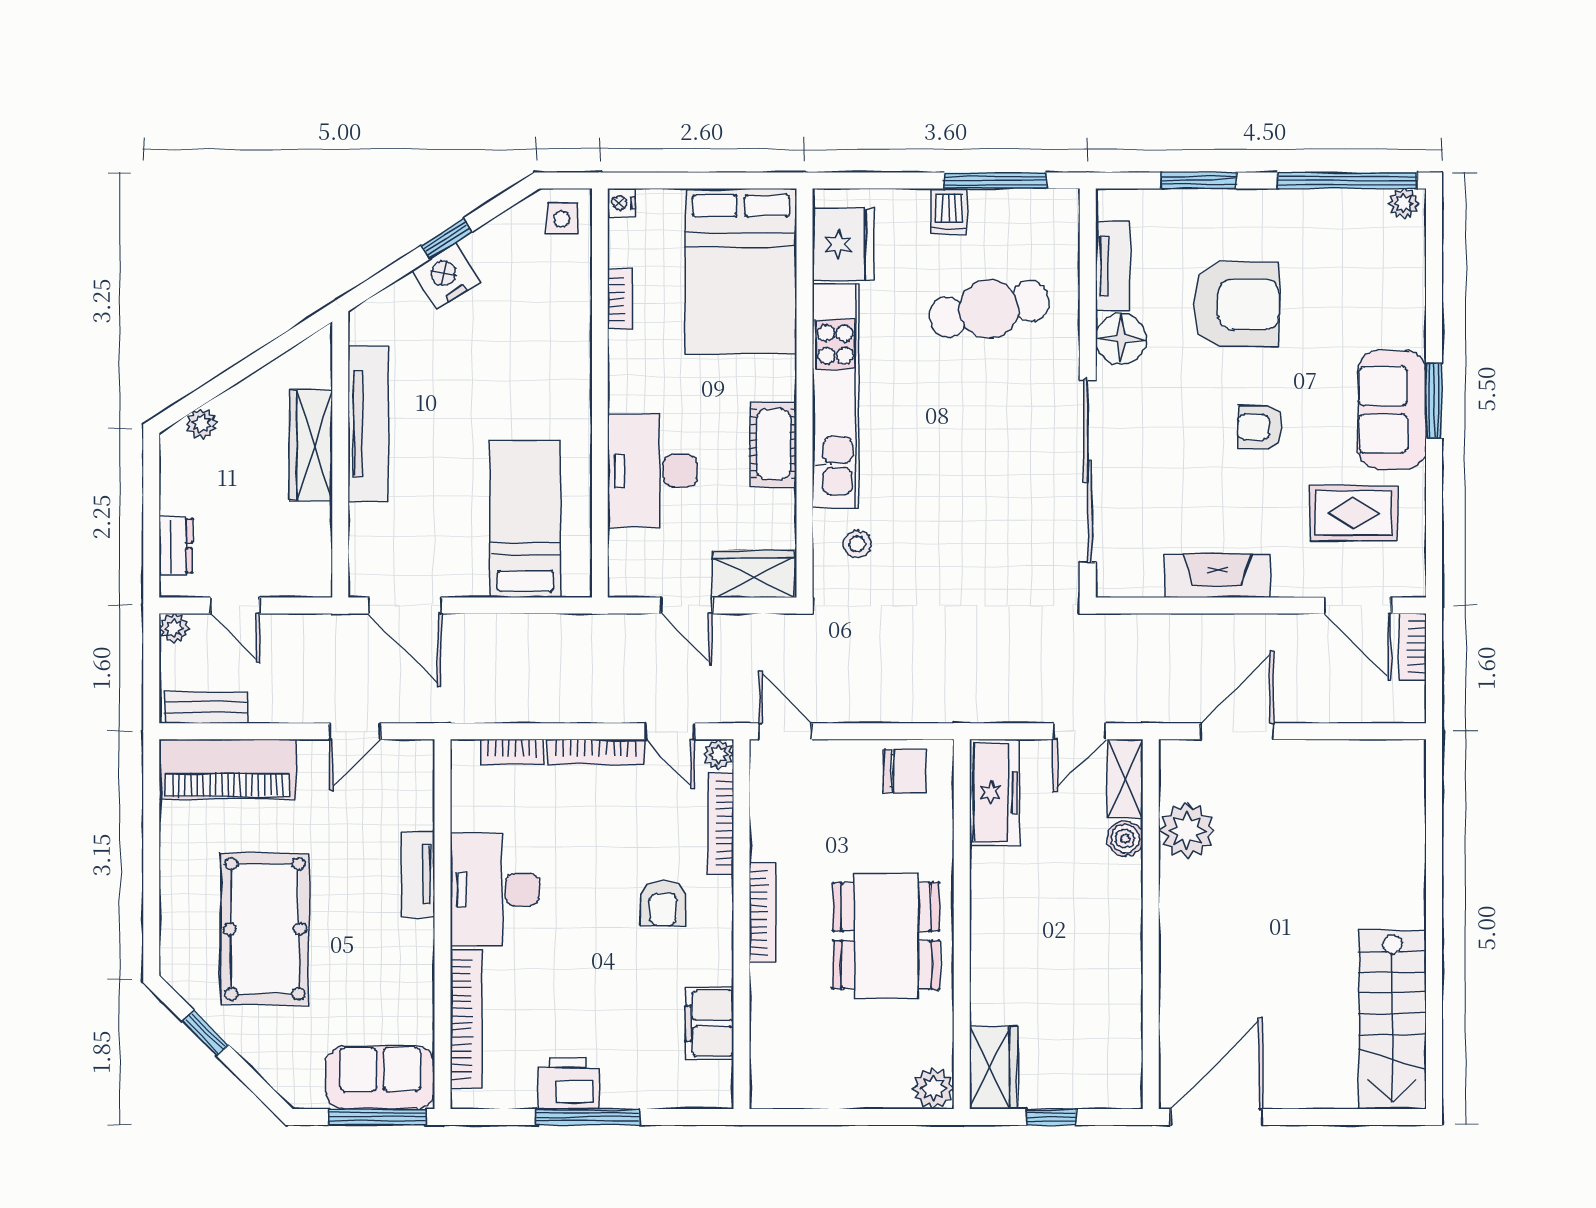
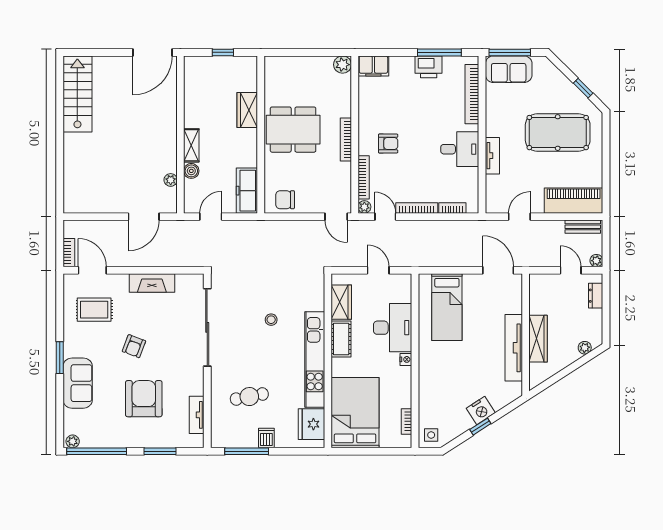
nightstand: (621, 203) -> (406, 359), moved
bookcase: (620, 299) -> (407, 421), moved
armchair: (1237, 304) -> (144, 399), turned 90
cafe table: (989, 309) -> (249, 397), width x0.73, depth x0.74
floor lamp: (1121, 339) -> (193, 384), removed
sofa: (1392, 410) -> (78, 383), moved
armchair: (1260, 427) -> (134, 346), turned 111
stool: (857, 544) -> (271, 320), moved
wardrobe: (754, 574) -> (341, 302), moved, turned -90
shelving: (1125, 779) -> (191, 145), moved
plant: (1187, 831) -> (171, 180), width x0.53, depth x0.53
desk: (495, 890) -> (460, 149), width x0.73
armchair: (663, 903) -> (388, 144), turned 90
pool table: (265, 929) -> (558, 133), turned 90
dining table: (886, 936) -> (293, 130), turned 90
filing cabinet: (710, 1023) -> (373, 66), moved, turned 90
wardrobe: (994, 1068) -> (247, 110), moved
plant: (933, 1088) -> (343, 65), moved
window: (588, 1117) -> (439, 52), moved

